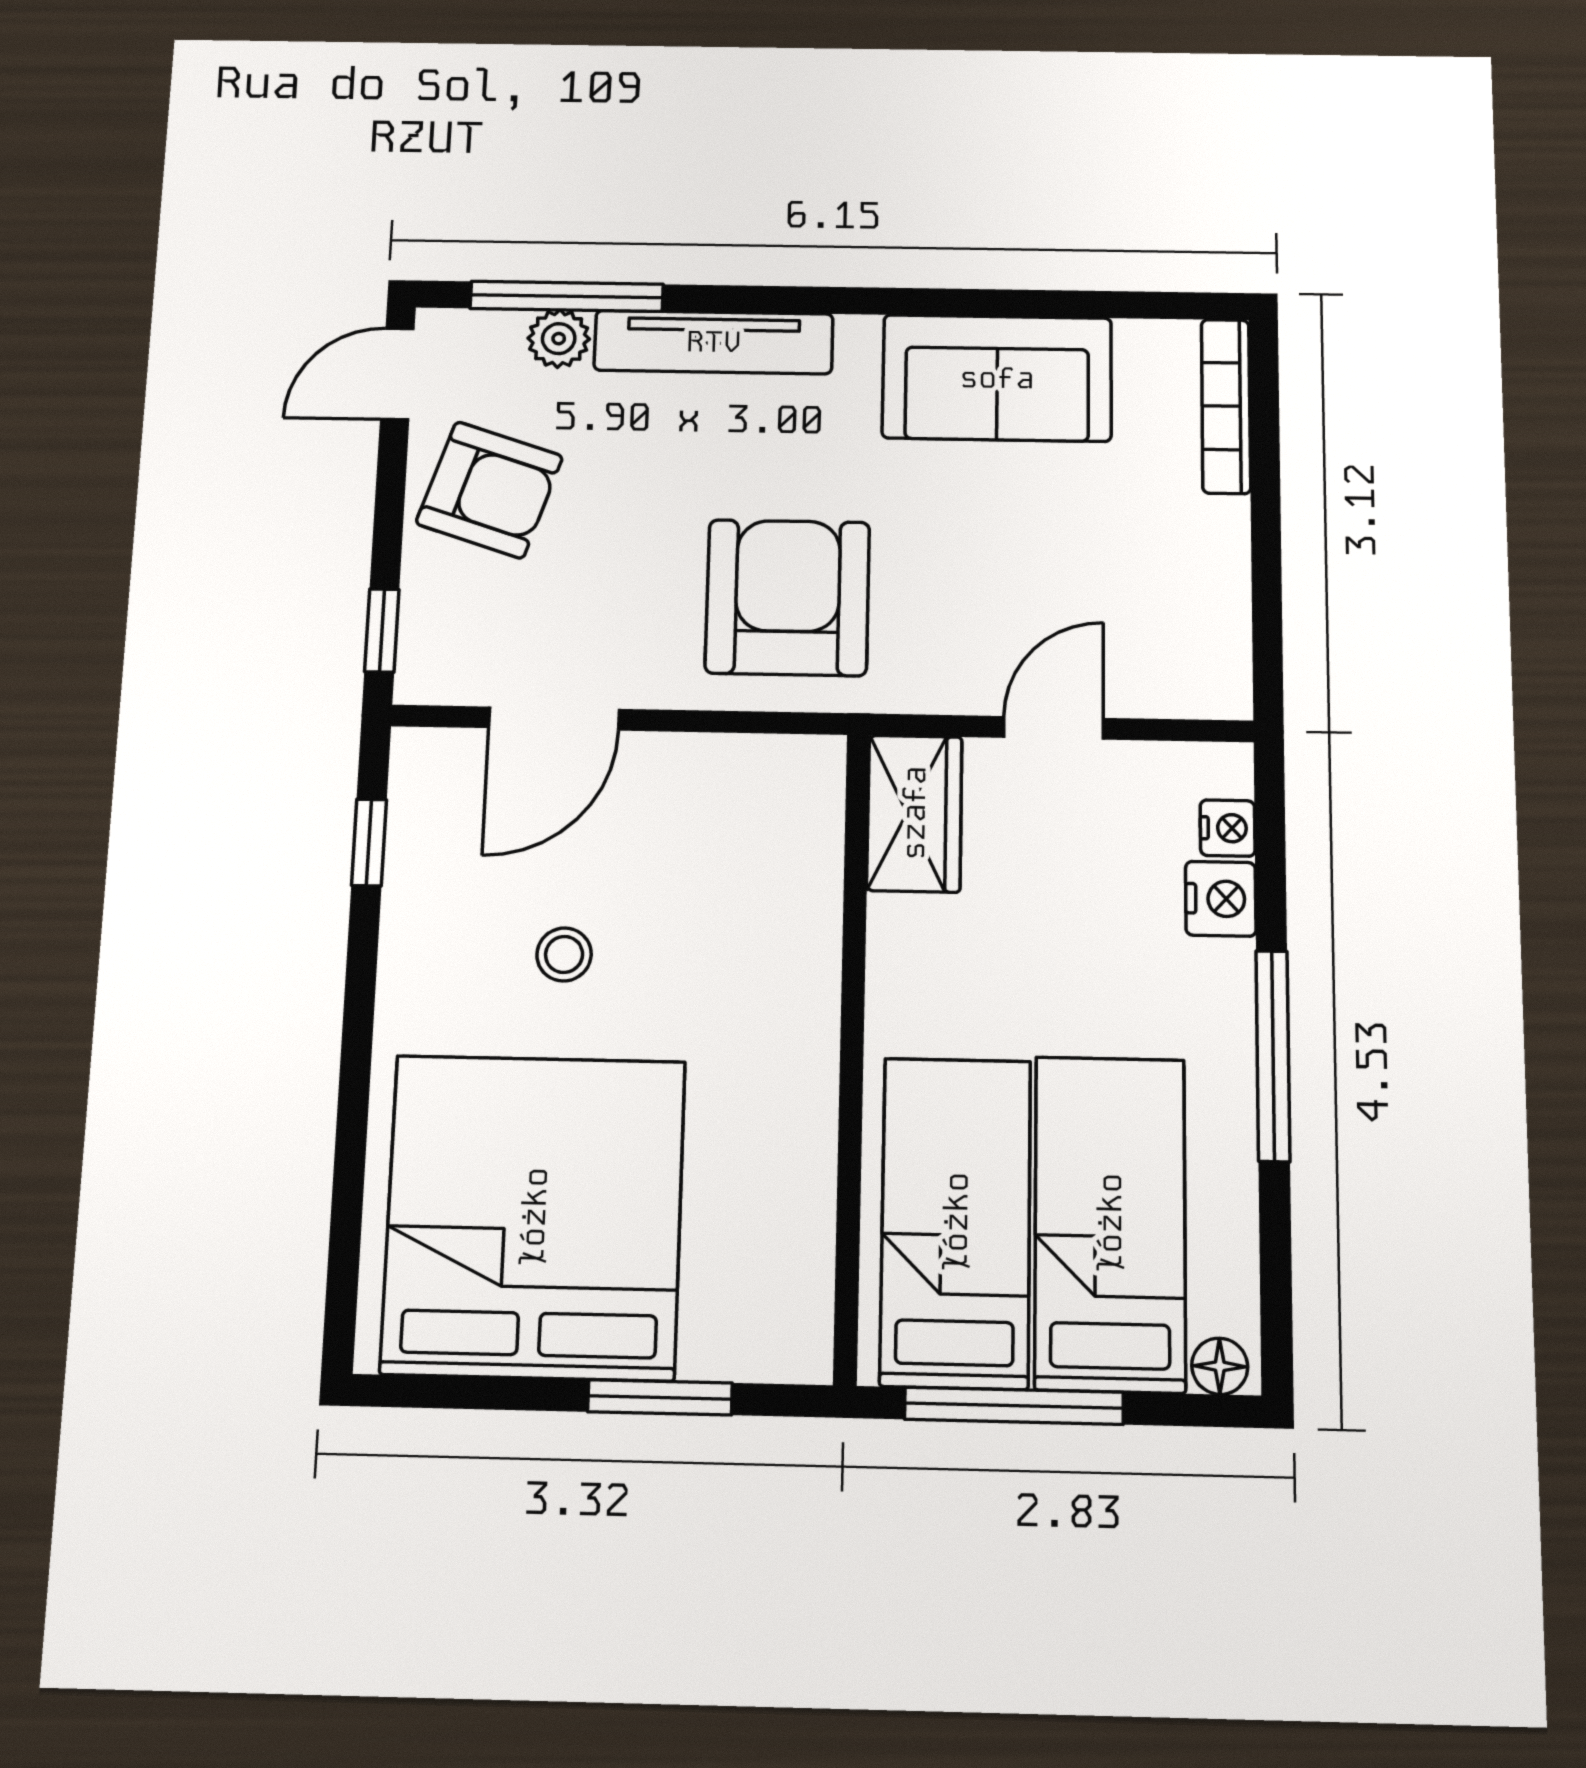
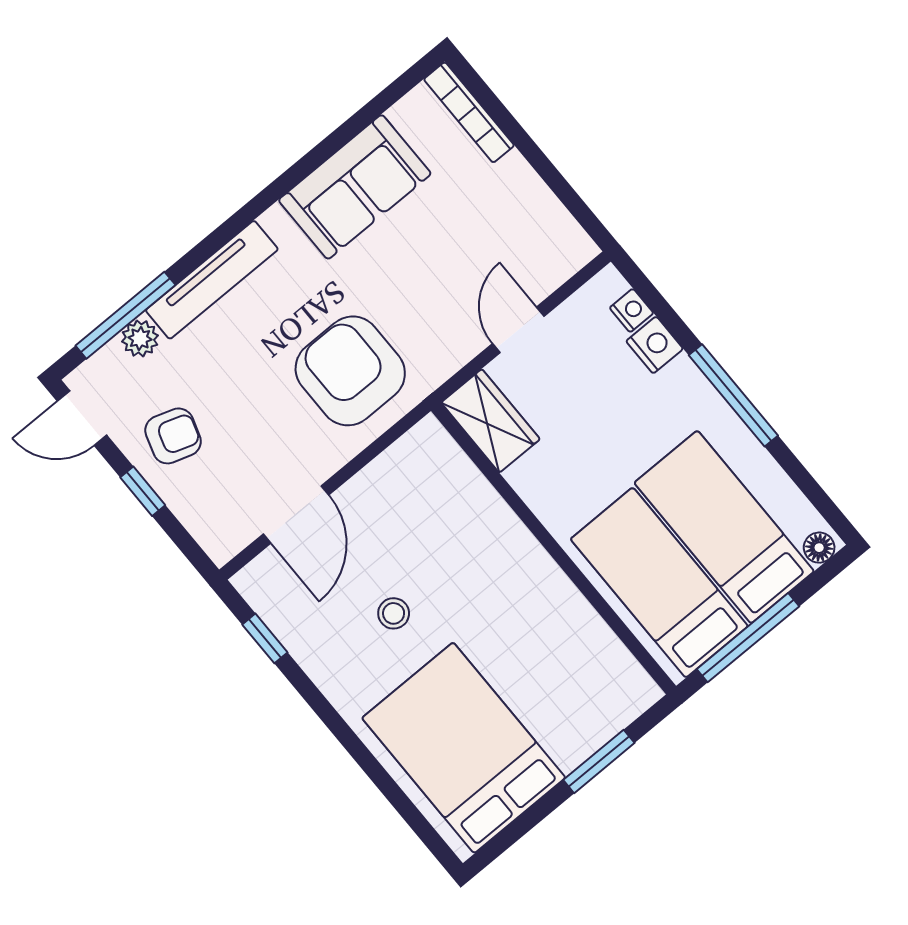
door: (397, 374) -> (82, 418), hinge flipped
armchair: (489, 490) -> (173, 436), width x0.72, depth x0.72
window: (382, 630) -> (143, 491), moved
bed: (534, 1217) -> (464, 748), width x0.73

